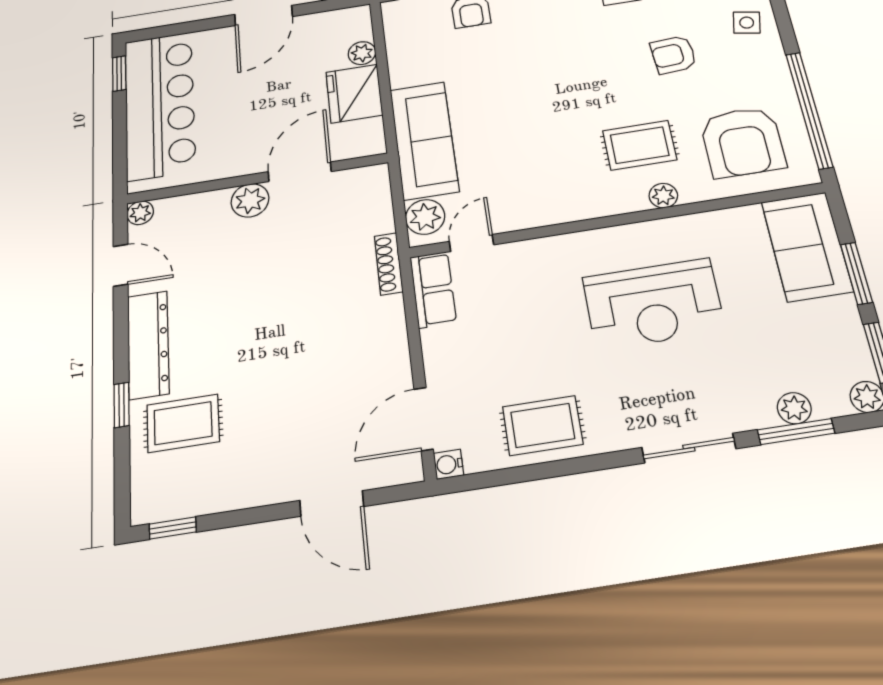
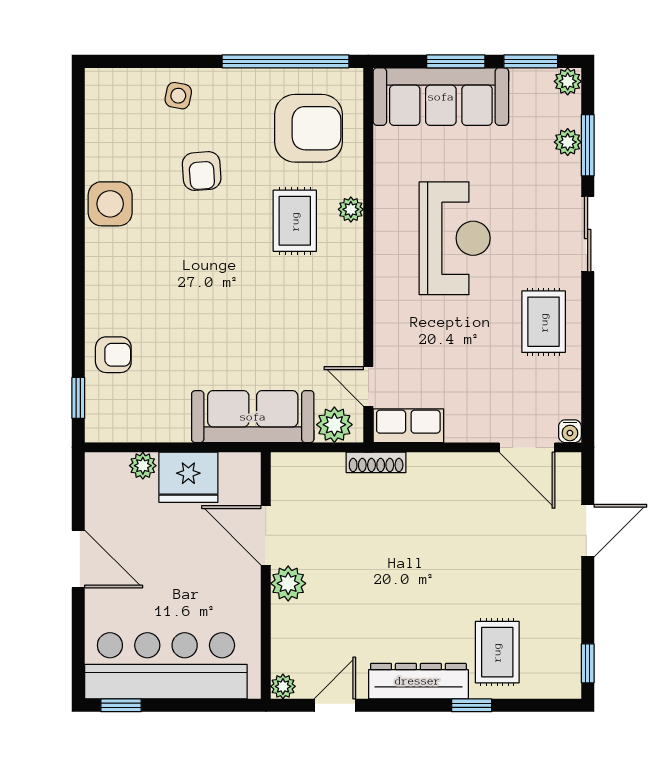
sofa: (807, 246) -> (441, 97), width x1.36
rug: (543, 425) -> (544, 322), moved

